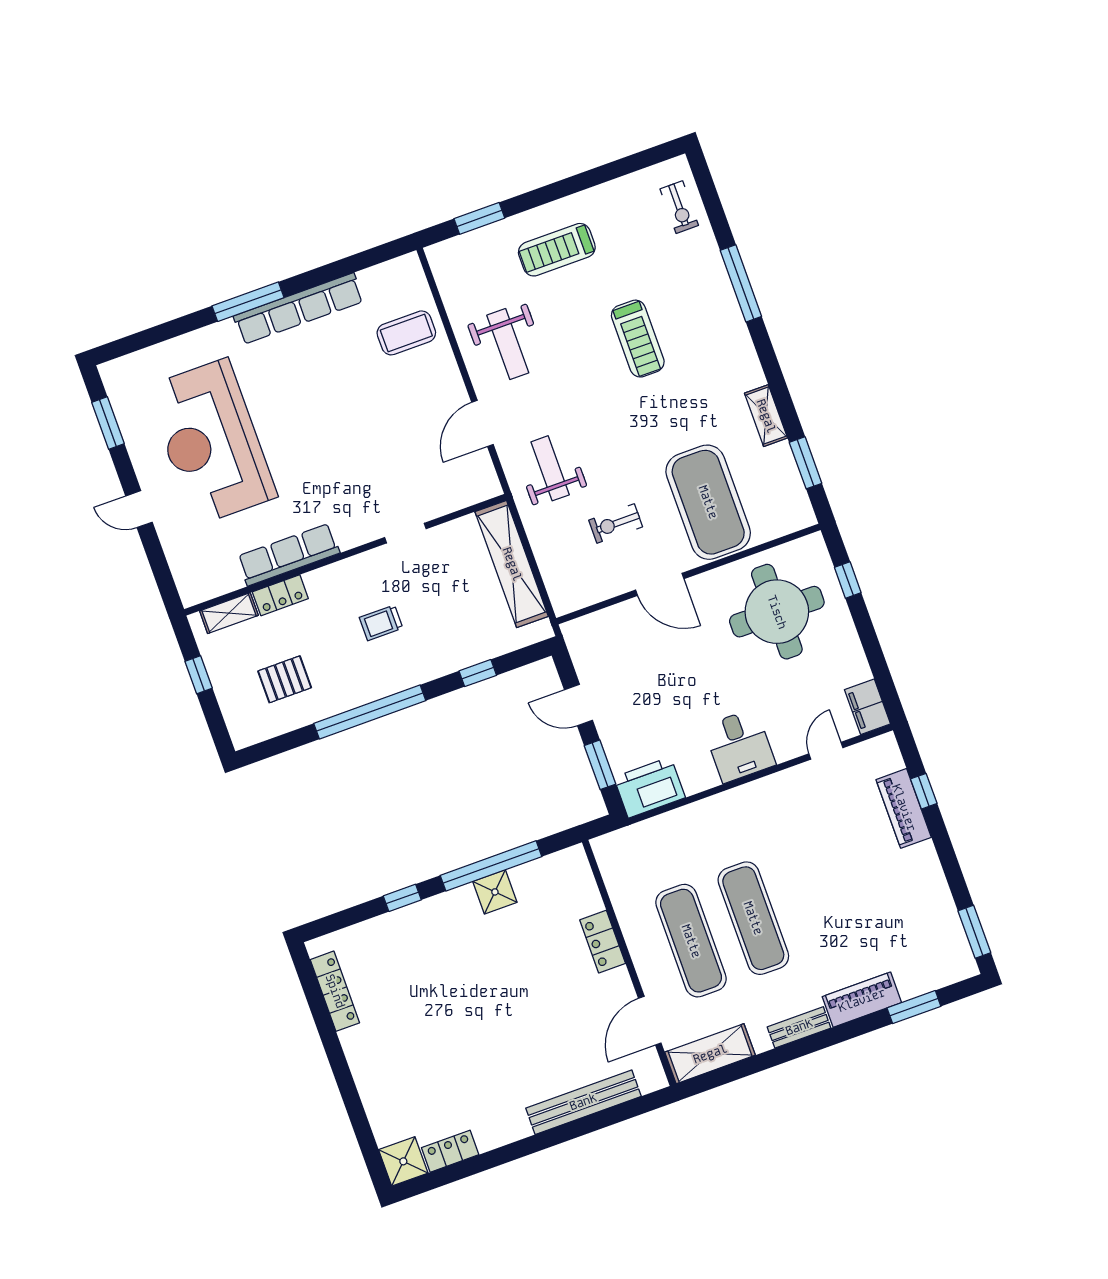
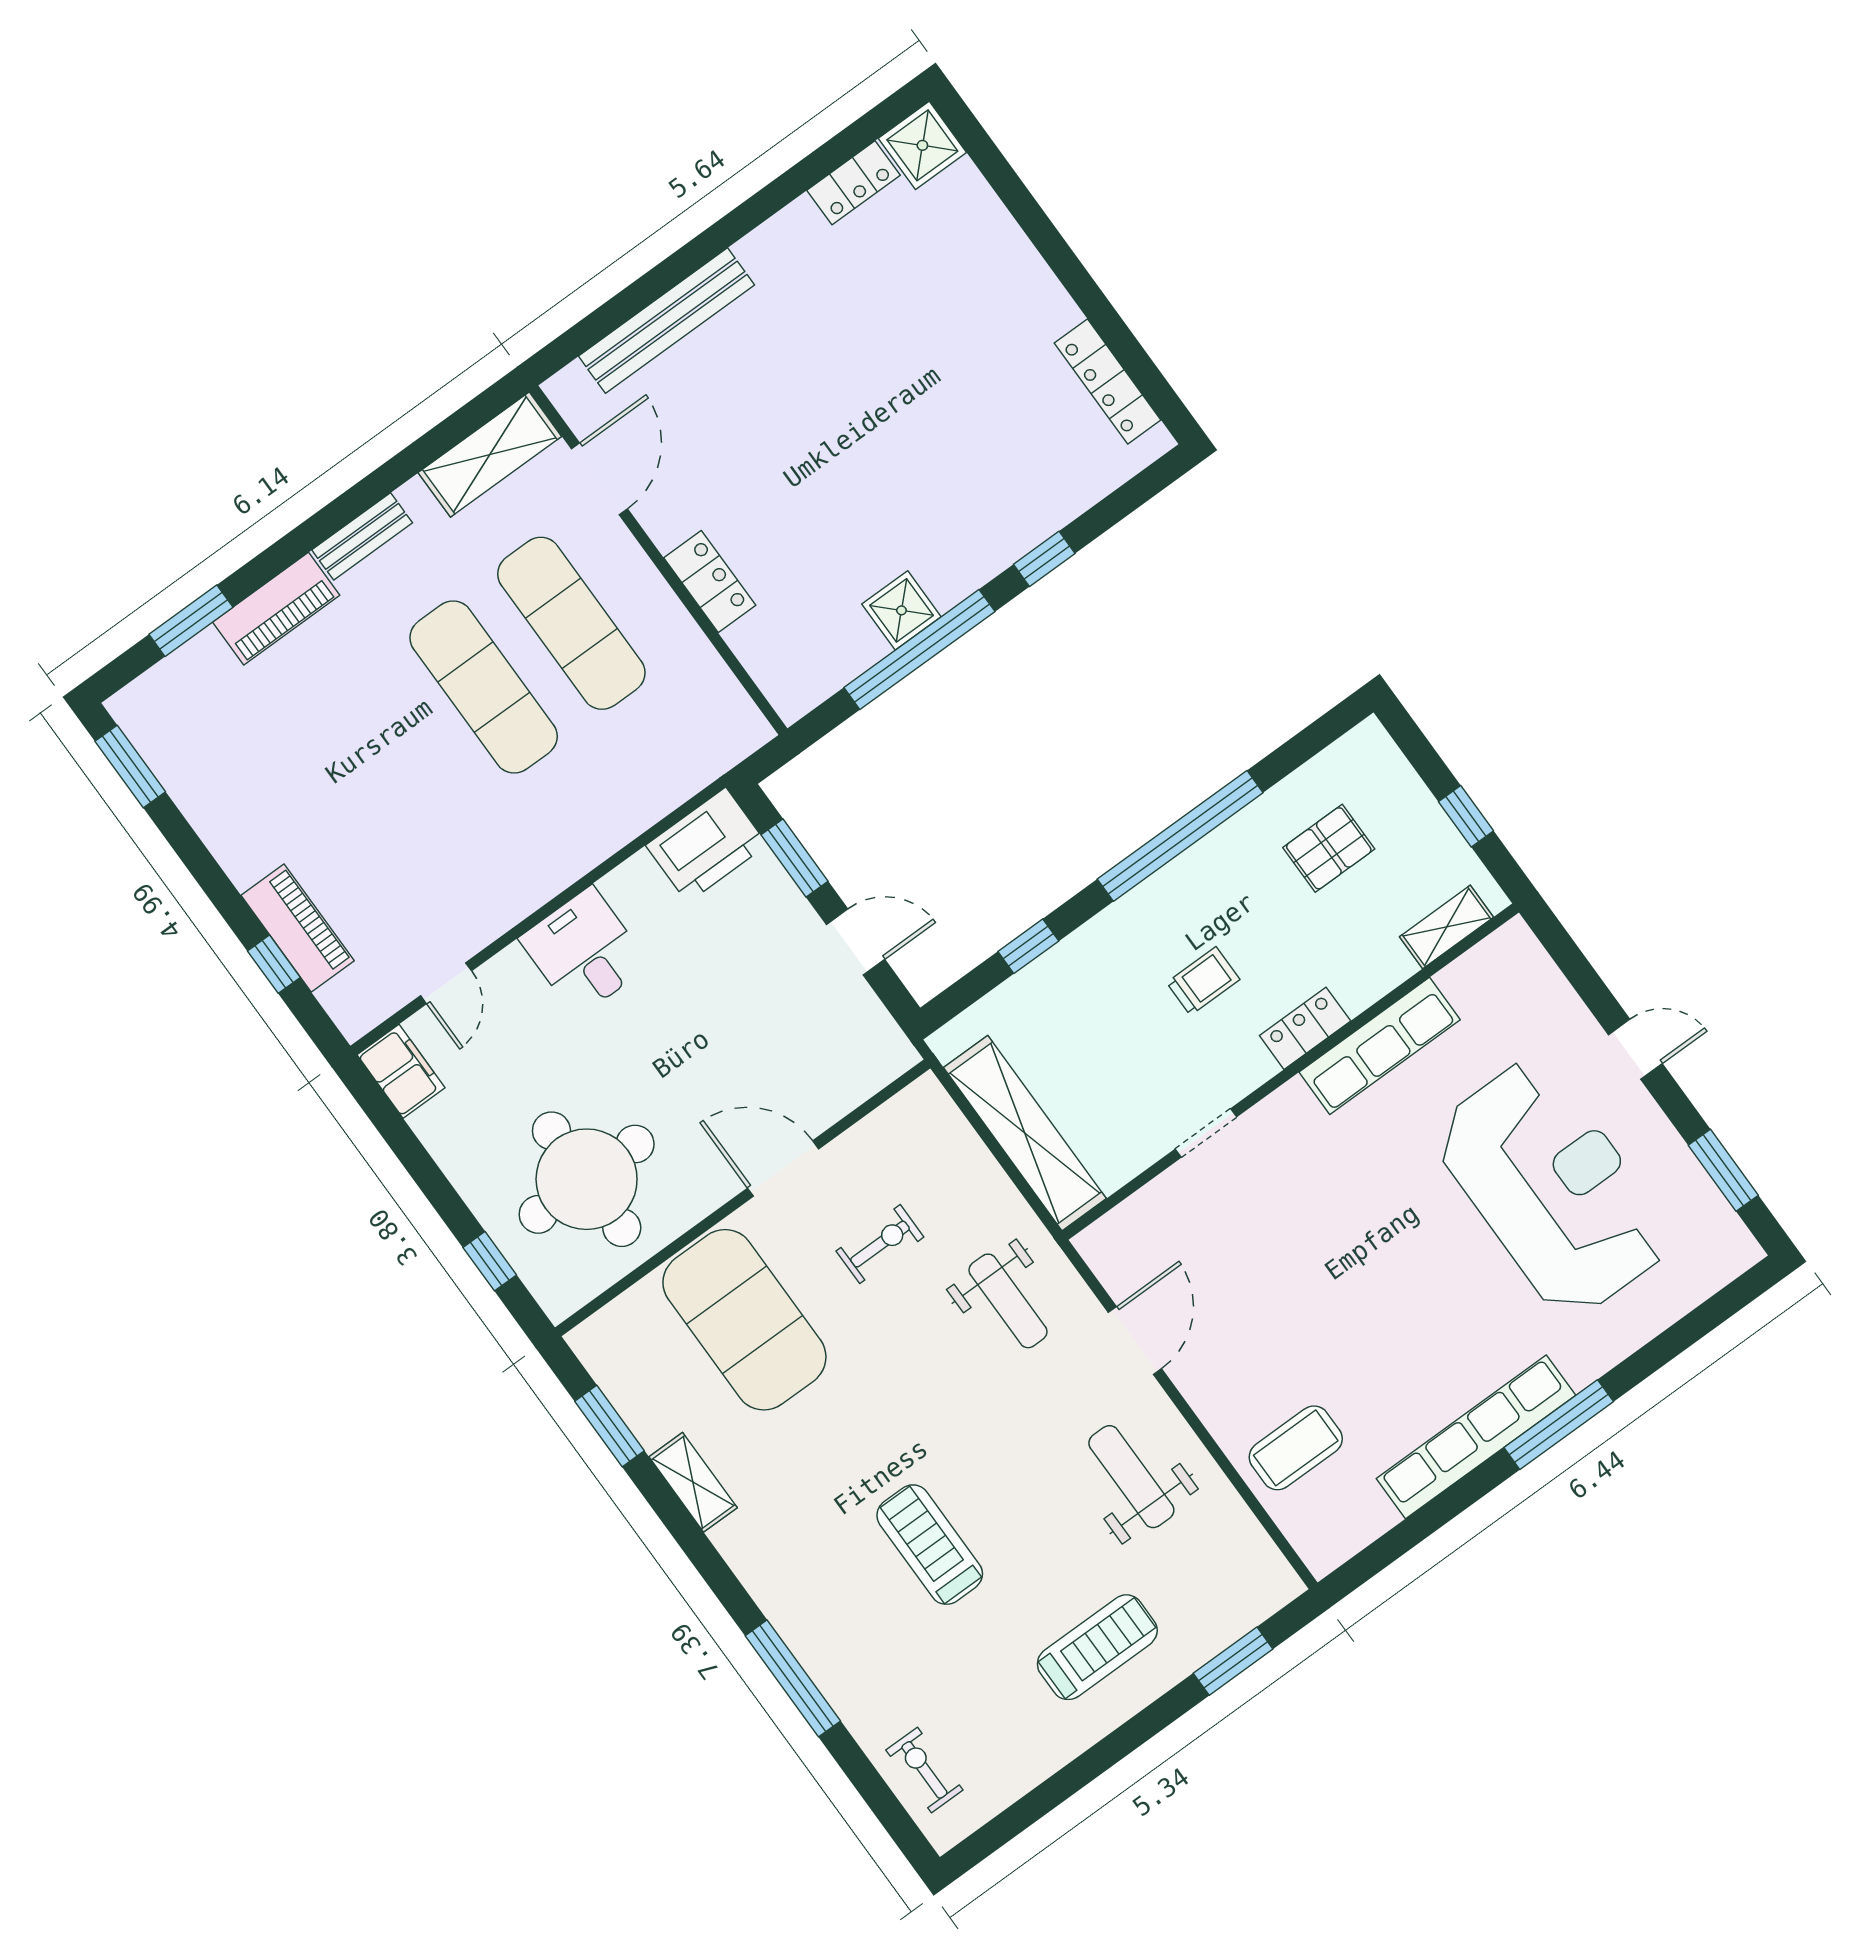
locker: (280, 595) -> (1305, 1028), moved

